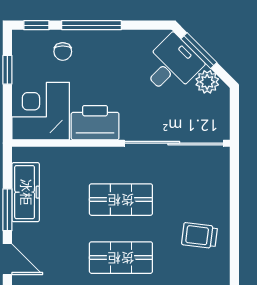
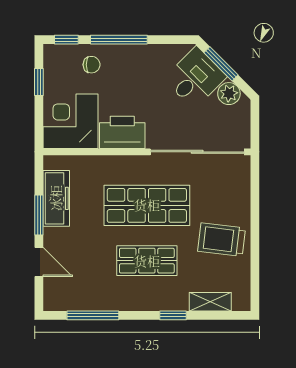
chair: (63, 52) -> (92, 65), turned -90
shop shelf: (121, 200) -> (147, 205), width x1.43, depth x1.36
trolley: (199, 235) -> (222, 240), width x1.36, depth x1.39

